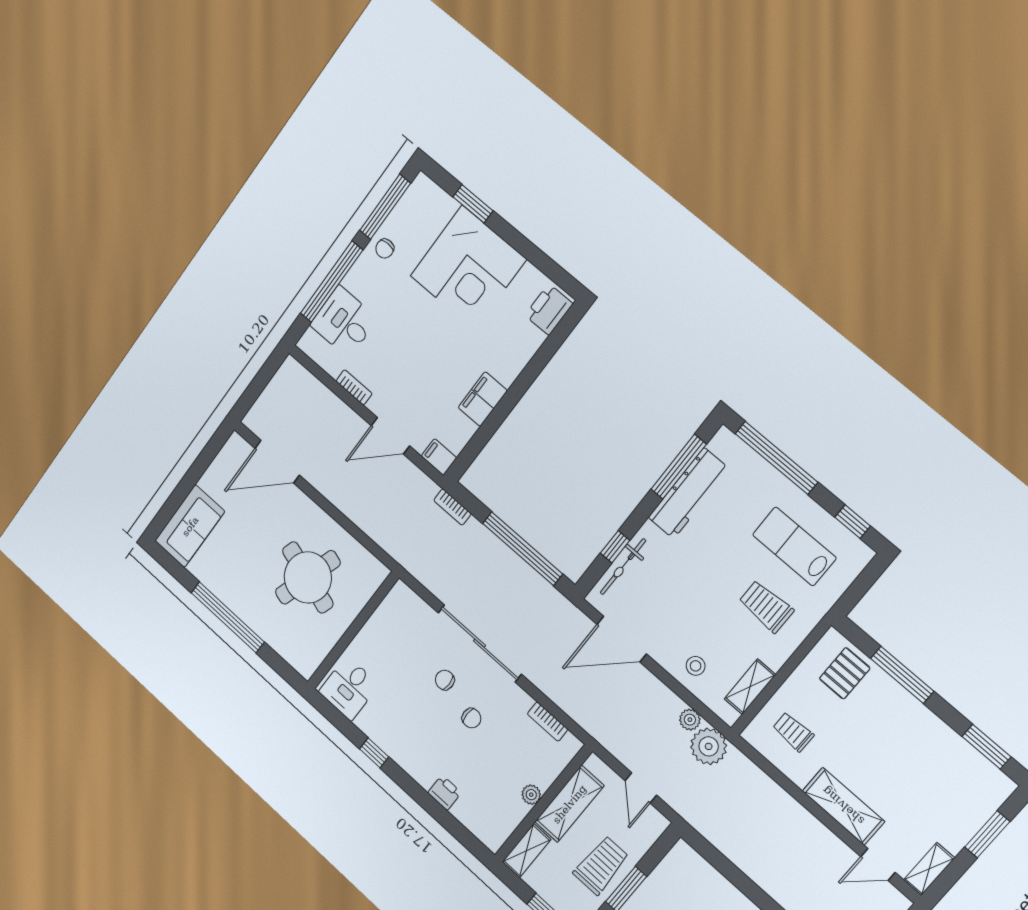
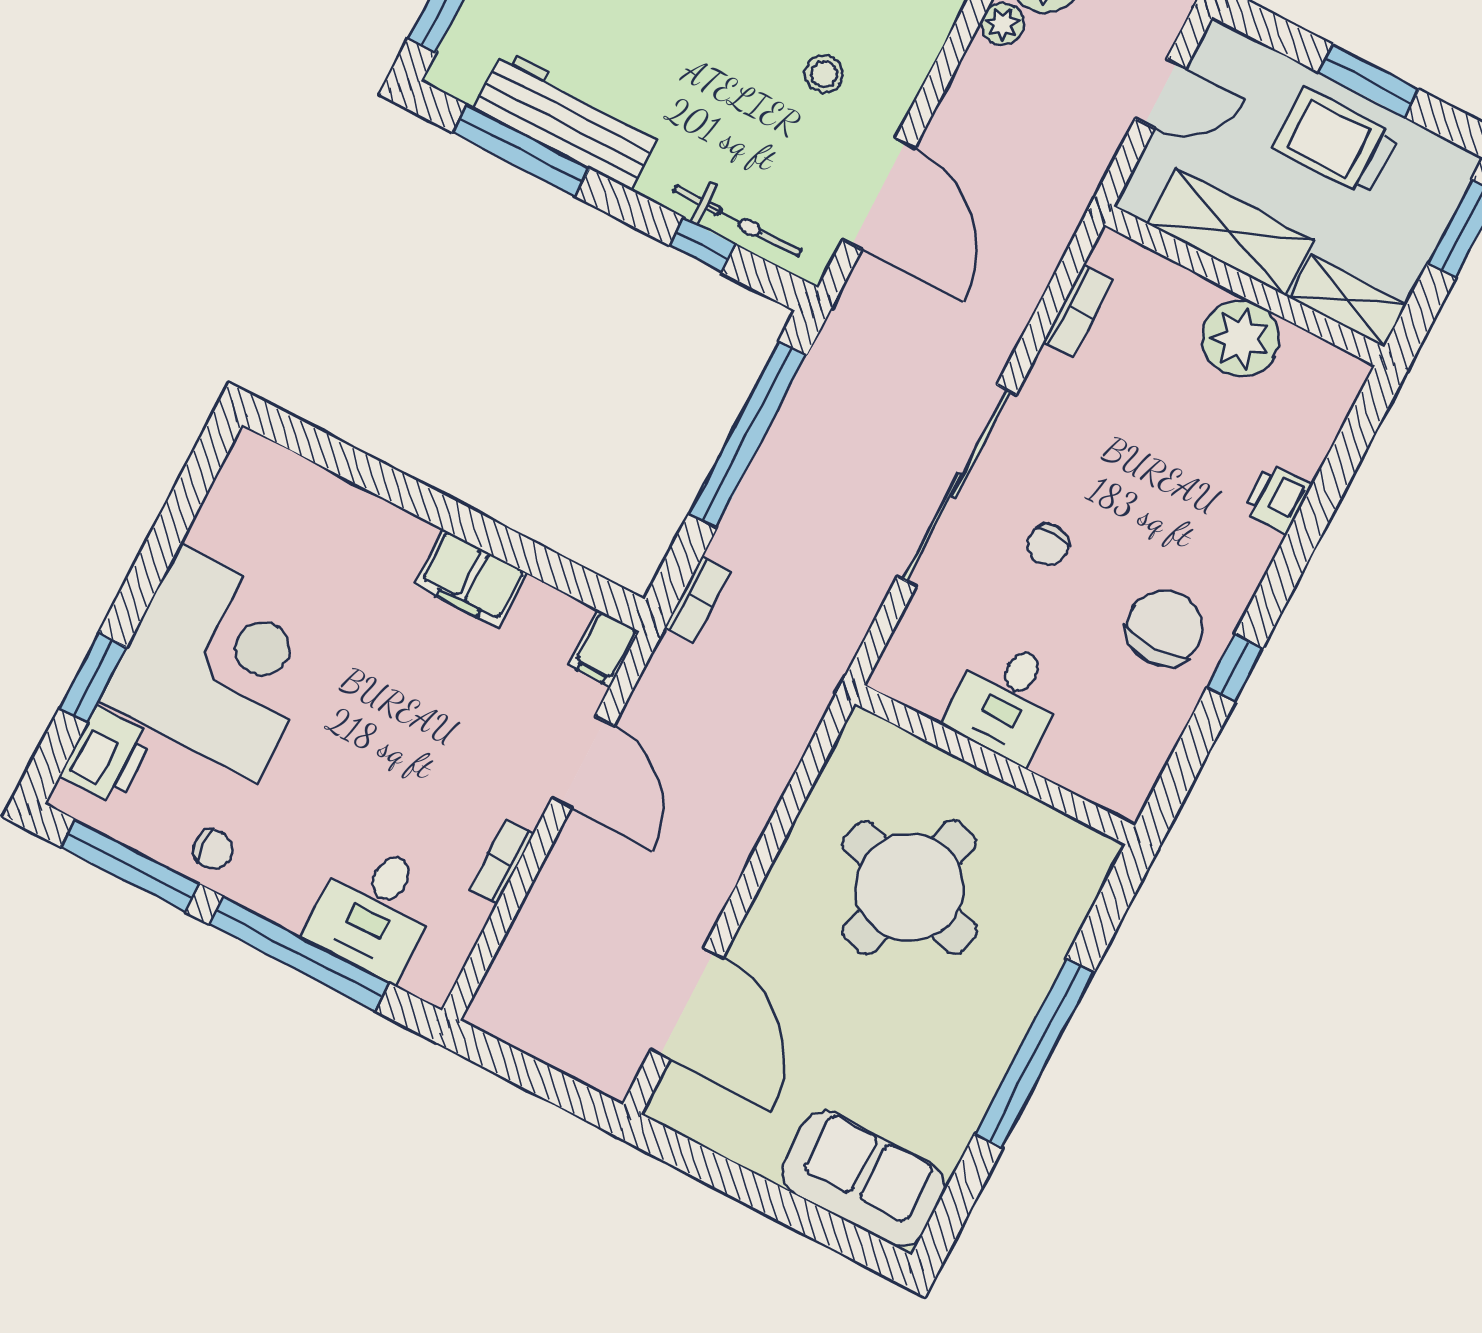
printer: (549, 309) -> (107, 756), moved, turned -90
stool: (696, 666) -> (824, 74), moved
desk: (349, 688) -> (1007, 700), moved, turned 90
chair: (471, 718) -> (1165, 628), moved, width x1.87, depth x1.87
plant: (531, 795) -> (1240, 339), width x1.87, depth x1.87

